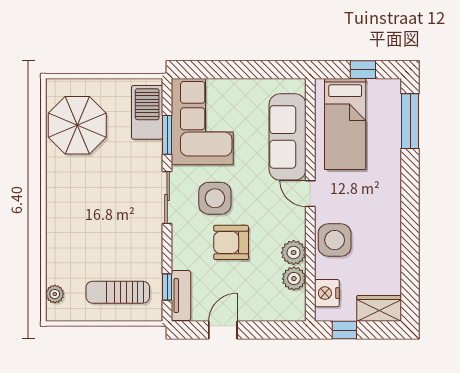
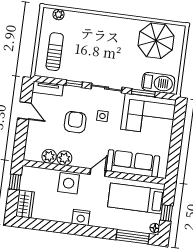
floor lamp: (390, 86) -> (155, 228), added
side table: (215, 198) -> (102, 116), width x0.54, depth x0.54
window: (167, 287) -> (74, 84), moved
nightstand: (327, 293) -> (81, 217), moved, turned 180

